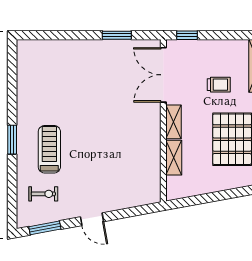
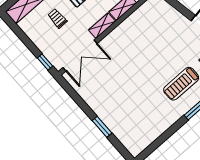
window: (117, 35) -> (102, 127), moved

